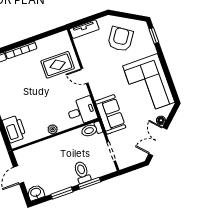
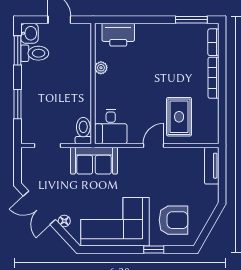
window: (154, 36) -> (154, 249), moved
armchair: (120, 39) -> (173, 220), moved, turned -34
plant: (53, 129) -> (101, 68), moved
double door: (158, 141) -> (39, 208), swing flipped
toilet: (82, 172) -> (35, 53), moved
window: (62, 193) -> (18, 50), moved

